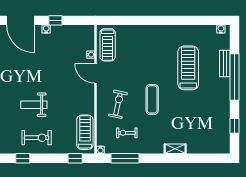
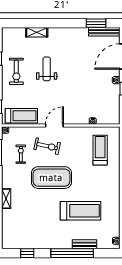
treadmill: (108, 45) -> (100, 150), moved, turned 90
door: (95, 73) -> (54, 125), moved
exercise mat: (152, 99) -> (51, 178), width x2.00, depth x1.45

